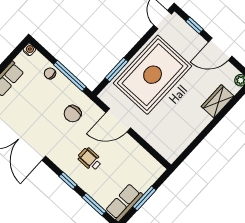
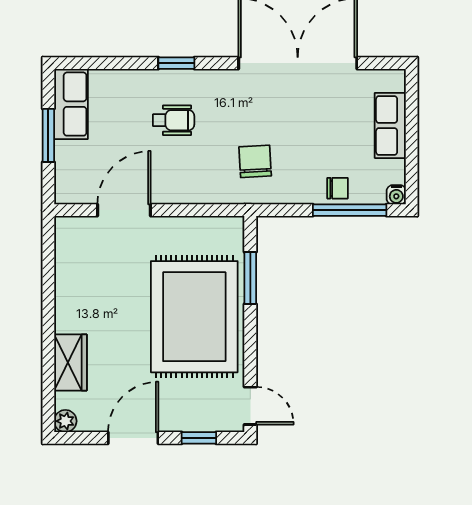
window: (70, 76) -> (350, 210), moved
door: (118, 120) -> (124, 210), moved
window: (94, 204) -> (110, 63), removed

